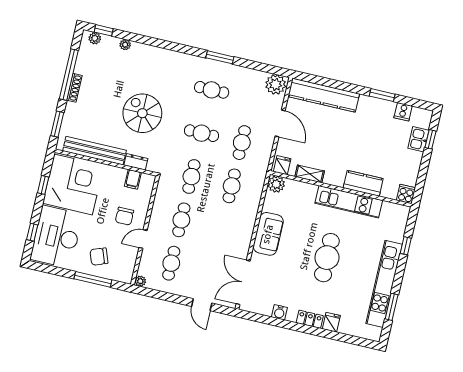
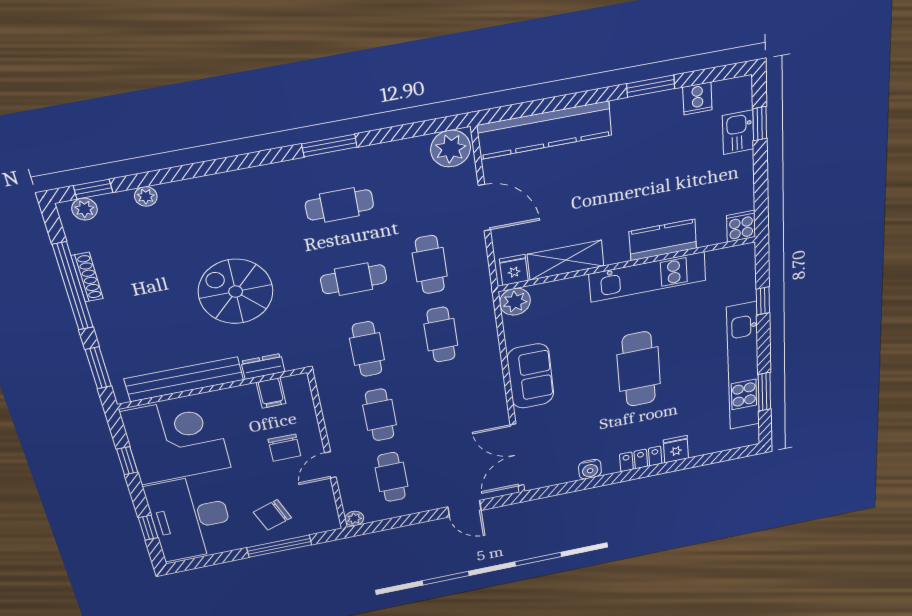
shoe rack: (74, 88) -> (87, 277), moved
shelving: (310, 174) -> (566, 260), width x1.50, depth x1.33

